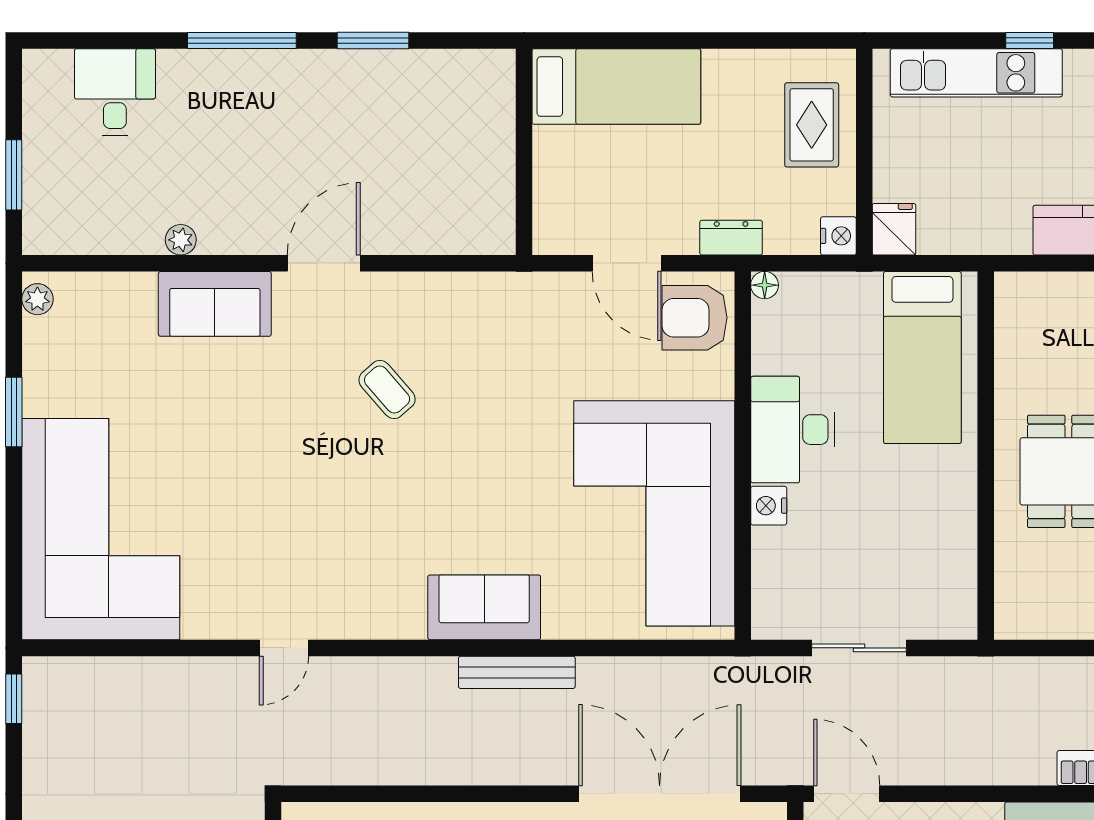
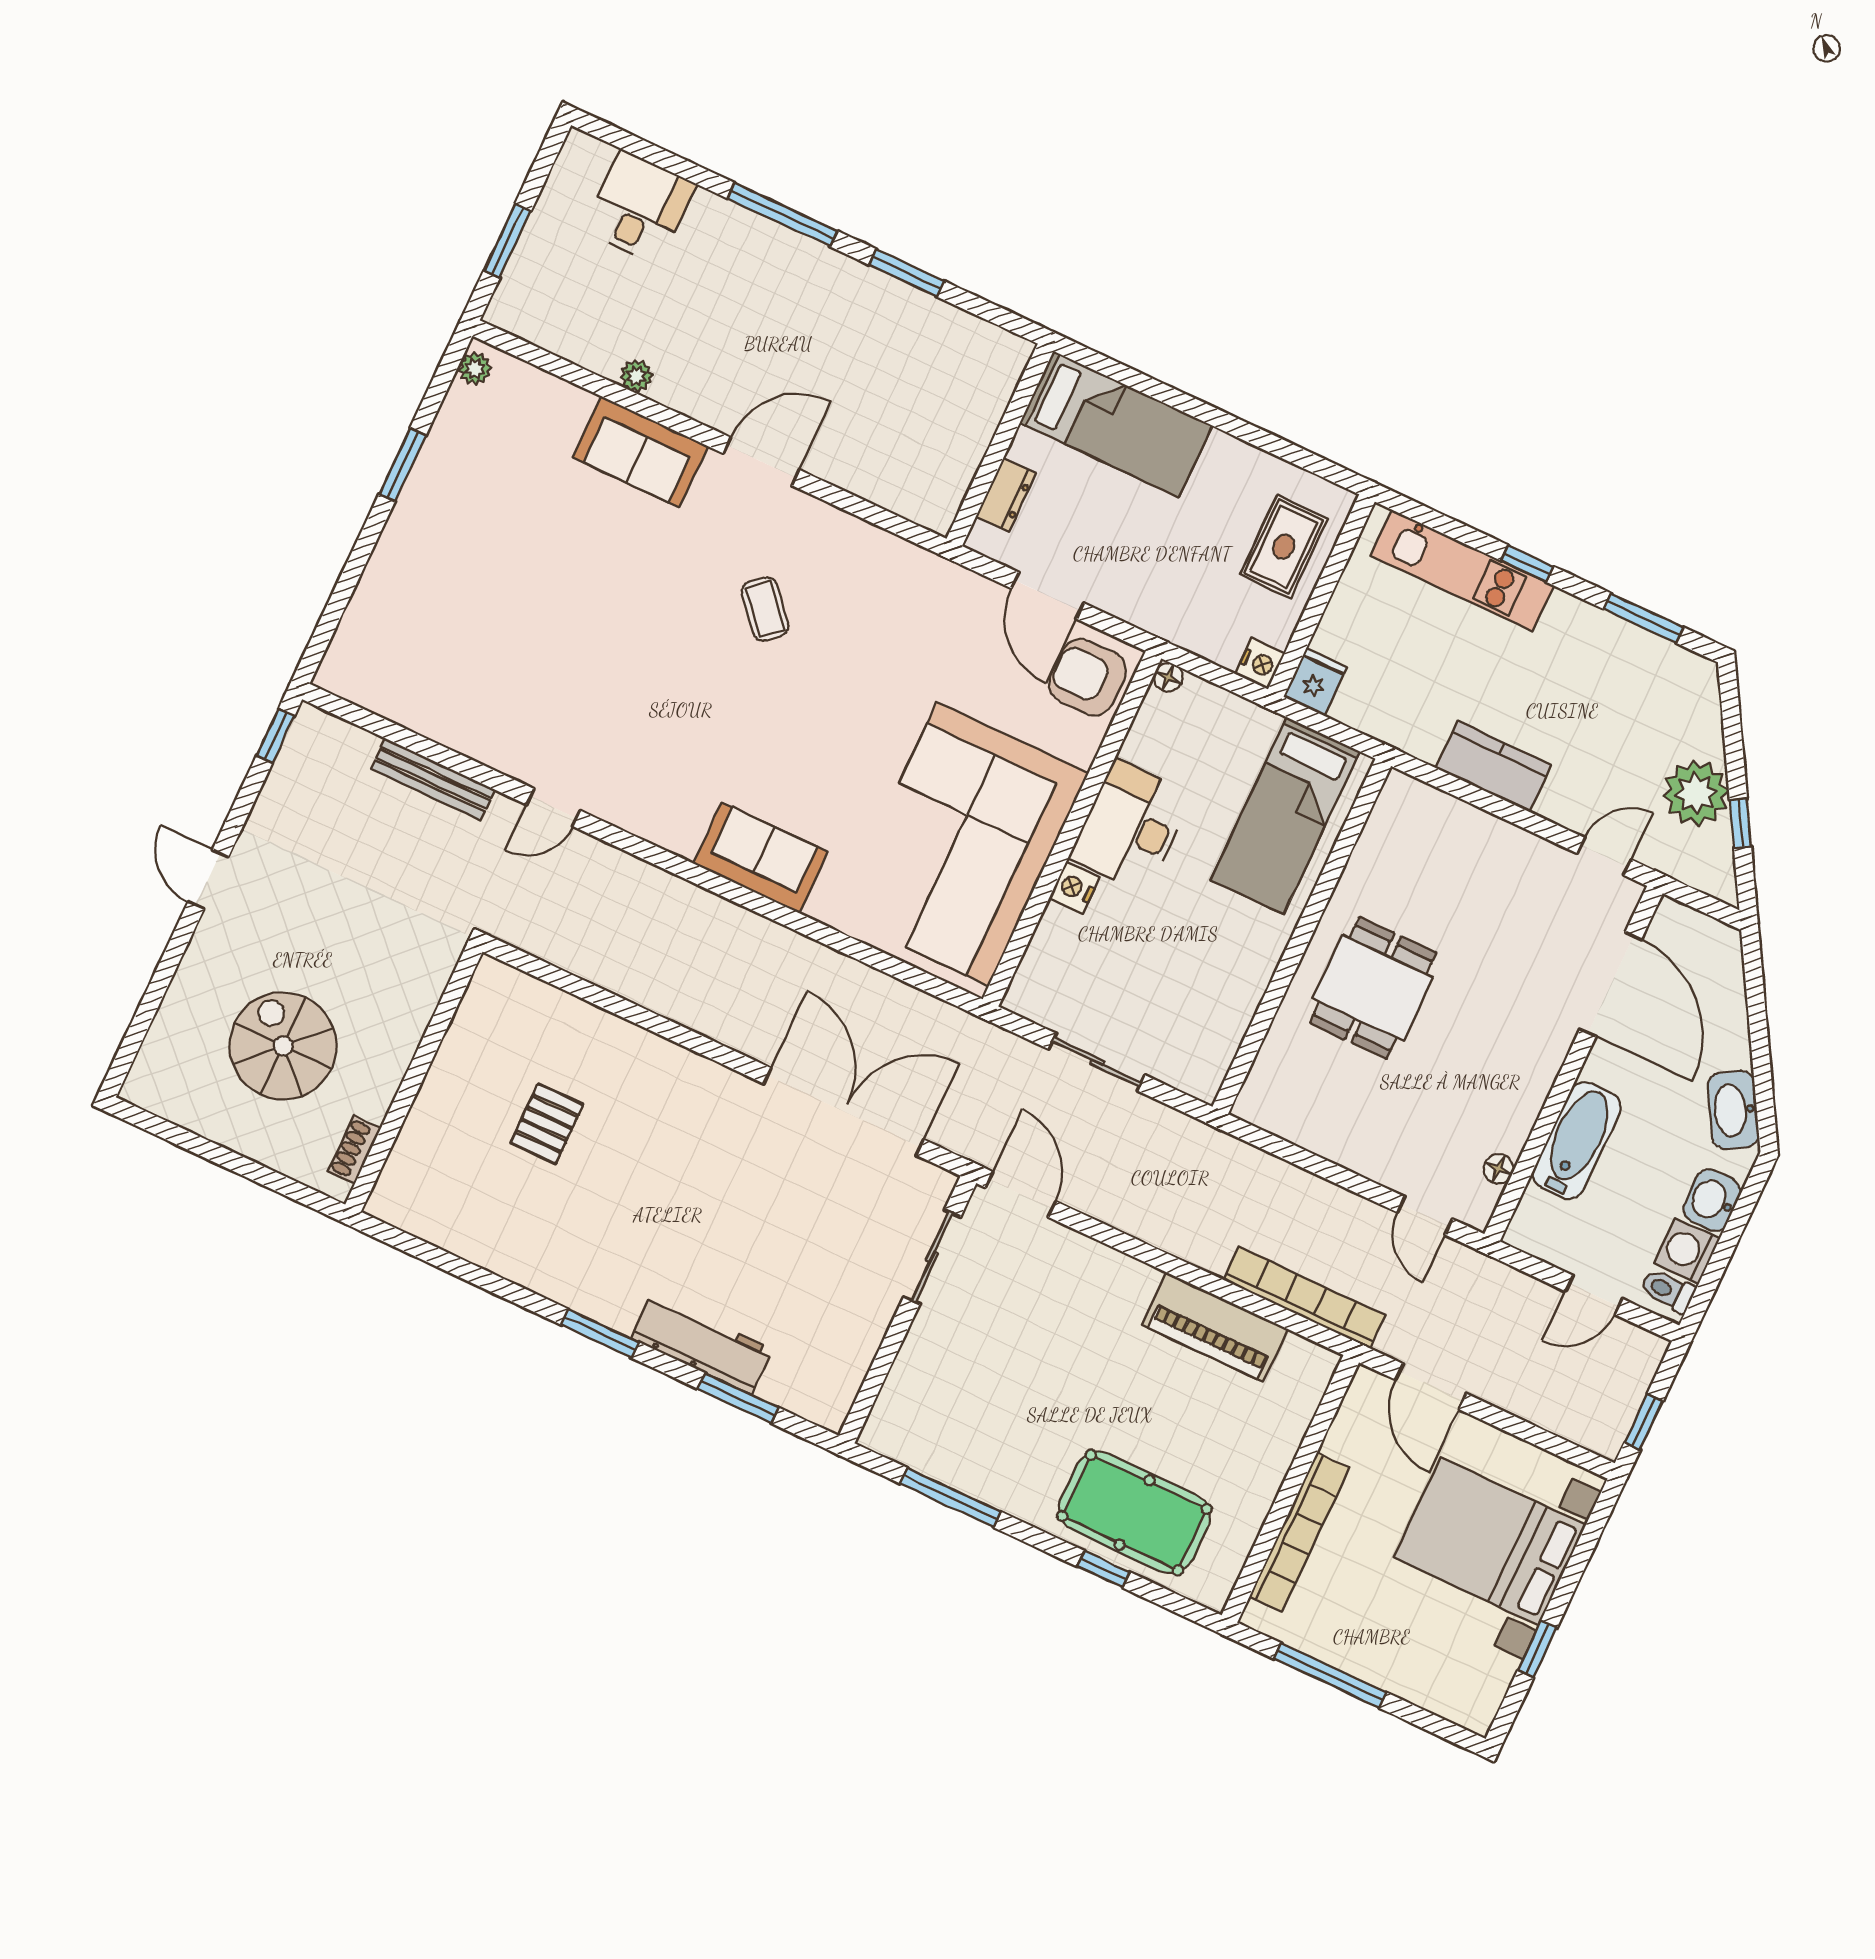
dresser: (731, 238) -> (1006, 495), moved, turned 90
corner sofa: (101, 529) -> (433, 614), removed
bench: (517, 672) -> (433, 779), moved

